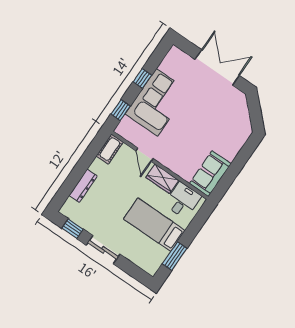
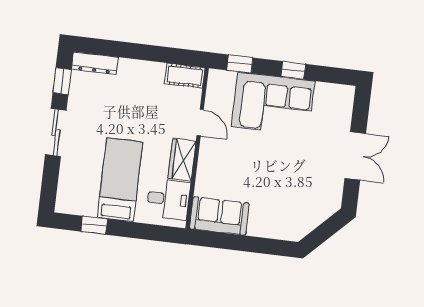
double door: (217, 67) -> (355, 156), width x0.73
door: (145, 155) -> (200, 122), swing flipped
dresser: (83, 186) -> (95, 63), moved
window: (175, 256) -> (94, 225), width x0.67

